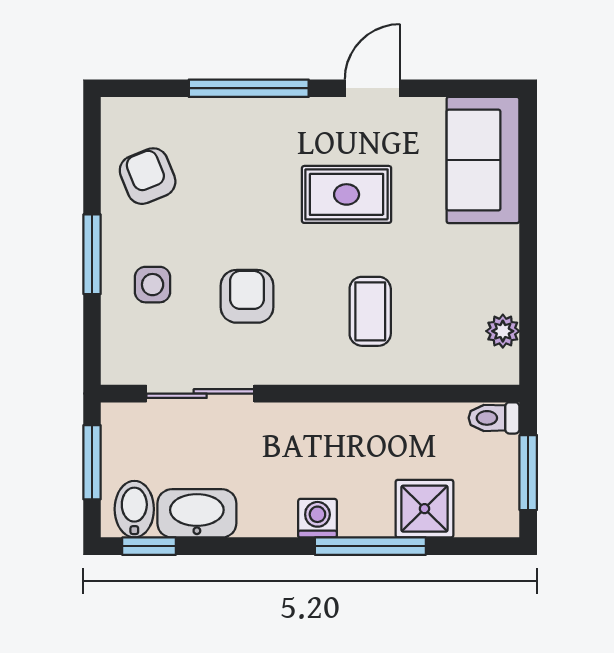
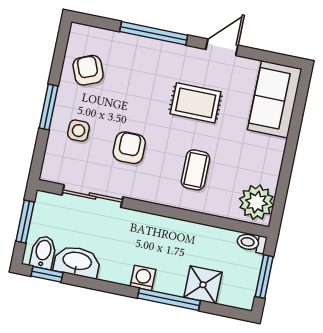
plant: (503, 331) -> (257, 202), width x1.88, depth x1.88

